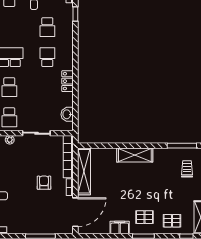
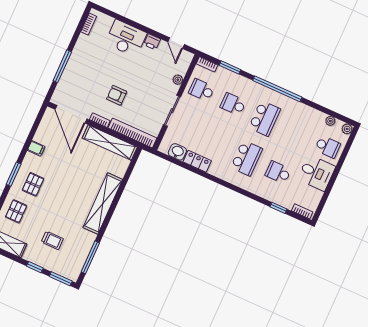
school desk: (47, 57) -> (247, 158), width x1.85
locker: (67, 81) -> (197, 161), moved
shelving: (135, 155) -> (103, 204), width x1.47
trolley: (187, 169) -> (52, 240), moved
armchair: (44, 183) -> (117, 95), turned 180
filing cabinet: (120, 228) -> (36, 148), width x0.50

